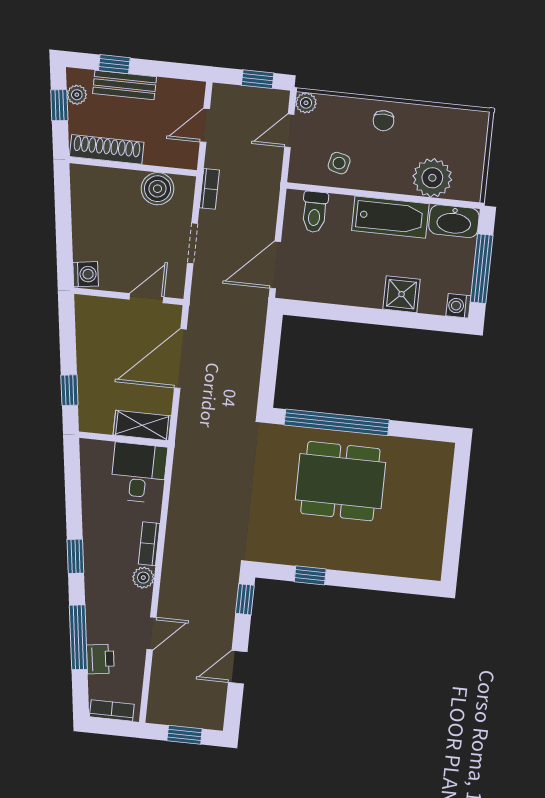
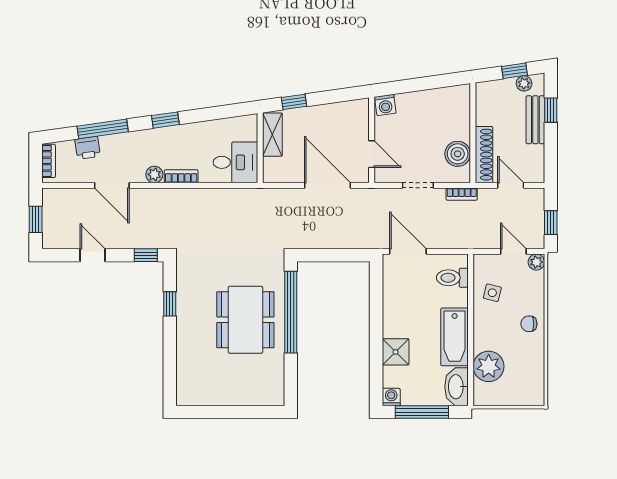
shoe rack: (107, 149) -> (484, 155), moved
shelving: (142, 425) -> (272, 135), moved
door: (151, 633) -> (112, 185), width x1.38

